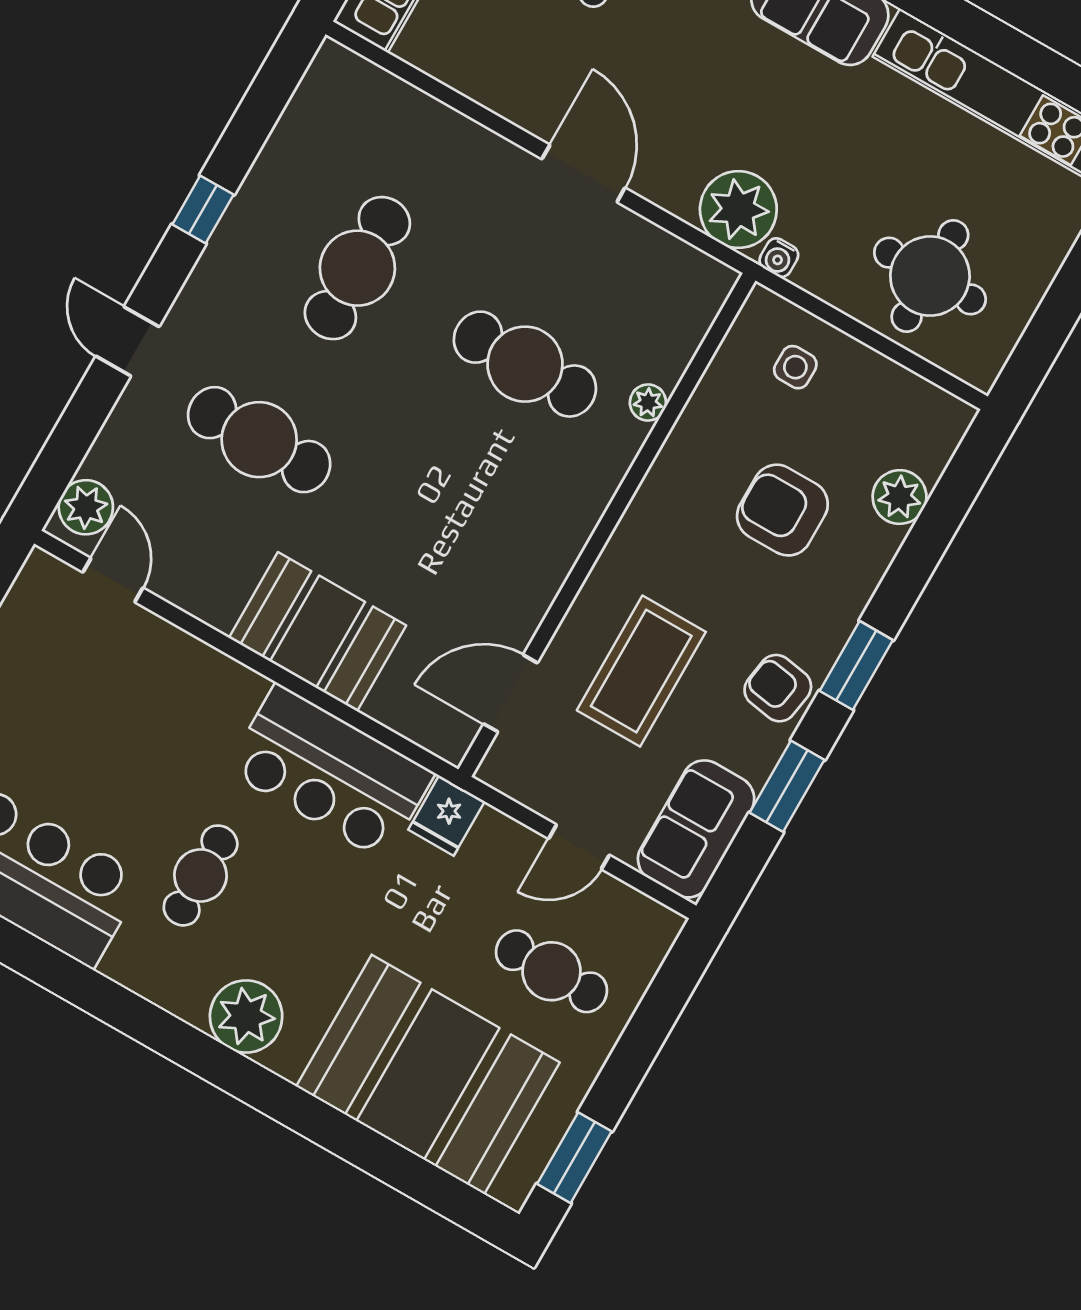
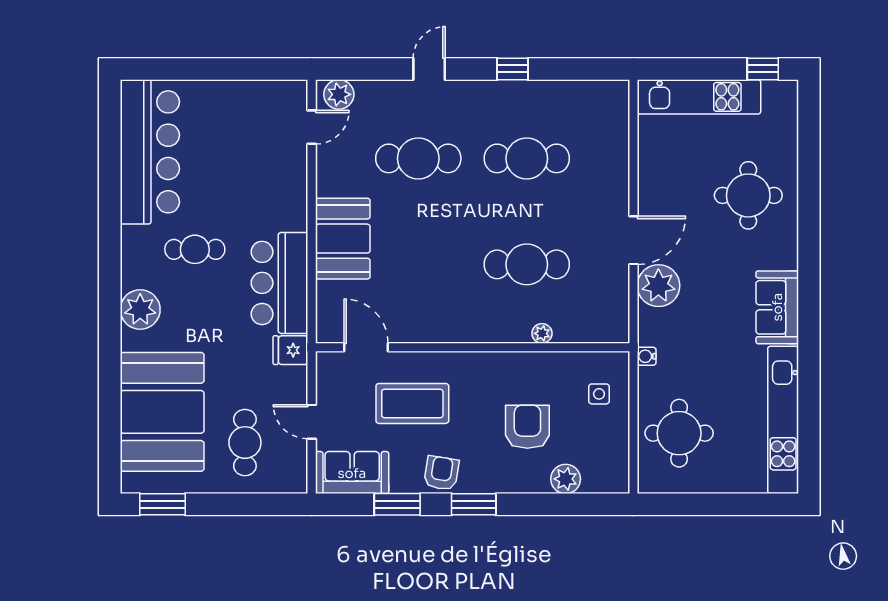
plant: (738, 210) -> (658, 286), moved
cafe table: (525, 364) -> (527, 264), turned 90
cafe table: (259, 440) -> (418, 158), turned 90

